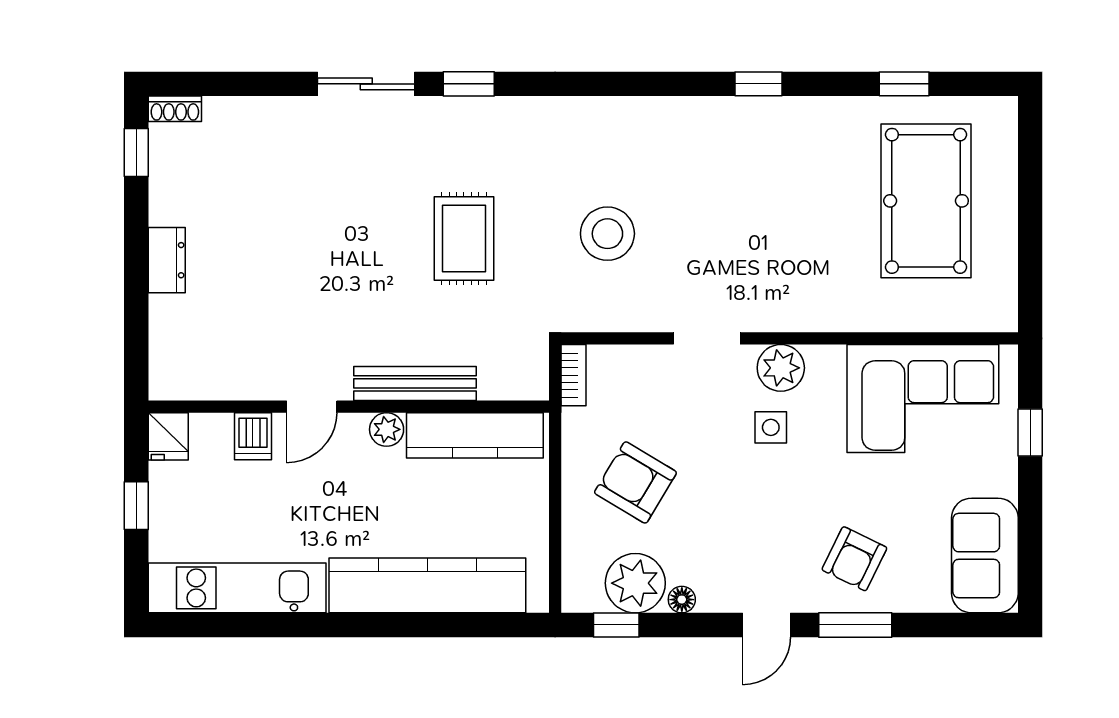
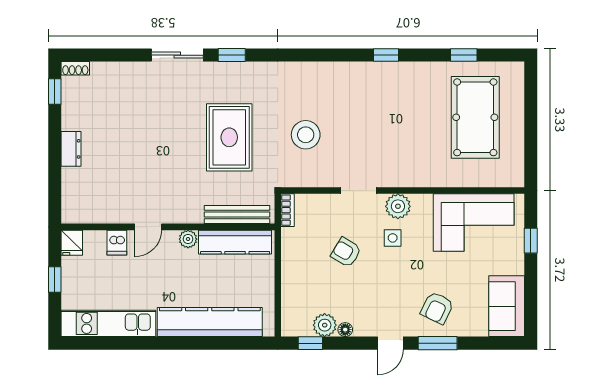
rug: (464, 238) -> (229, 137), width x1.36, depth x1.43
bench: (415, 383) -> (237, 214), moved
armchair: (635, 482) -> (346, 252), moved, width x0.72, depth x0.72
plant: (635, 583) -> (325, 325), width x0.73, depth x0.73

